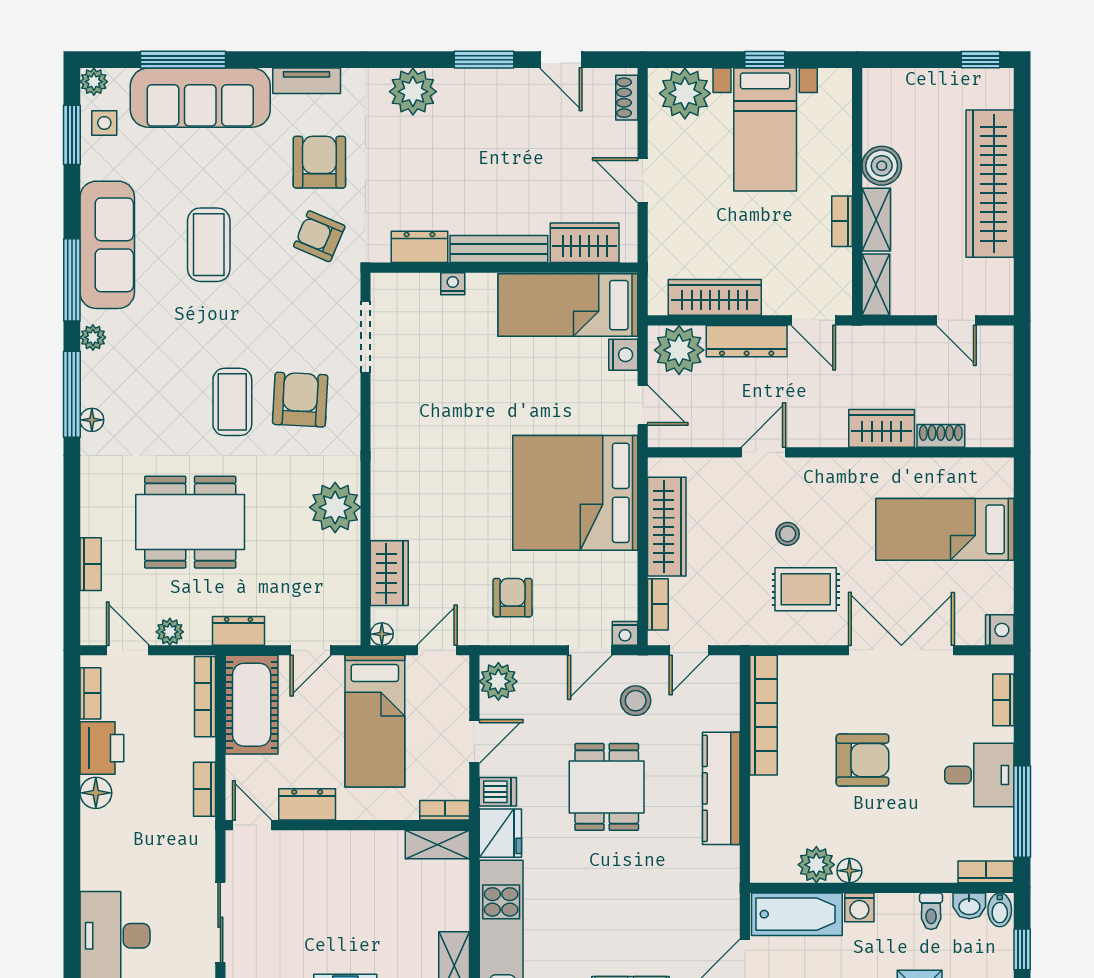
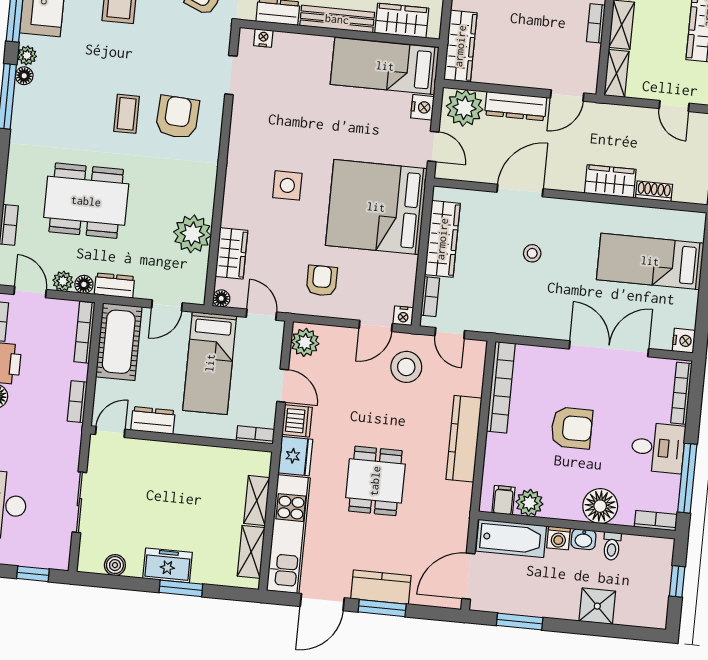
nightstand: (453, 284) -> (263, 38), moved
wardrobe: (715, 297) -> (460, 46), moved, turned 90
door: (813, 320) -> (567, 95), hinge flipped
doorway: (365, 337) -> (231, 75), width x0.73
coffee table: (232, 402) -> (127, 114), width x0.73, depth x0.77
floor lamp: (92, 420) -> (24, 76), moved
door: (763, 452) -> (520, 191), width x1.38
side table: (455, 476) -> (287, 185), added
plant: (335, 507) -> (192, 234), moved
rug: (806, 589) -> (542, 296), removed
floor lamp: (198, 633) -> (84, 284), added
door: (437, 650) -> (261, 315), hinge flipped
door: (689, 650) -> (450, 333), hinge flipped
bookcase: (1003, 700) -> (681, 393), width x1.56
stool: (636, 701) -> (406, 367), width x1.38, depth x1.38
door: (474, 742) -> (283, 386), hinge flipped
dining table: (607, 787) -> (375, 481), moved
dishwasher: (498, 792) -> (297, 421), width x1.38
door: (252, 825) -> (110, 432), hinge flipped
shelving: (437, 845) -> (257, 500), moved, turned 90
filing cabinet: (782, 864) -> (503, 500), added
floor lamp: (849, 871) -> (600, 506), moved, width x1.89, depth x1.89
washbasin: (969, 906) -> (584, 539), moved
bidet: (1000, 910) -> (663, 550), removed

